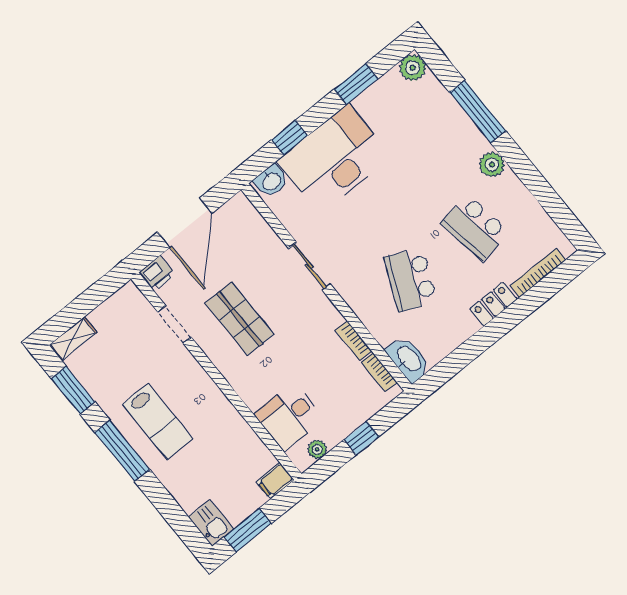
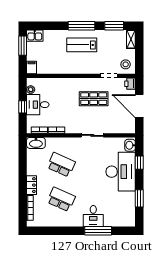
plant: (413, 68) -> (130, 221), removed
desk: (458, 143) -> (93, 216), added
plant: (492, 165) -> (77, 221), removed
school desk: (475, 227) -> (61, 199), turned 33
stool: (128, 311) -> (126, 64), added
desk: (289, 417) -> (38, 105), moved, turned -90

